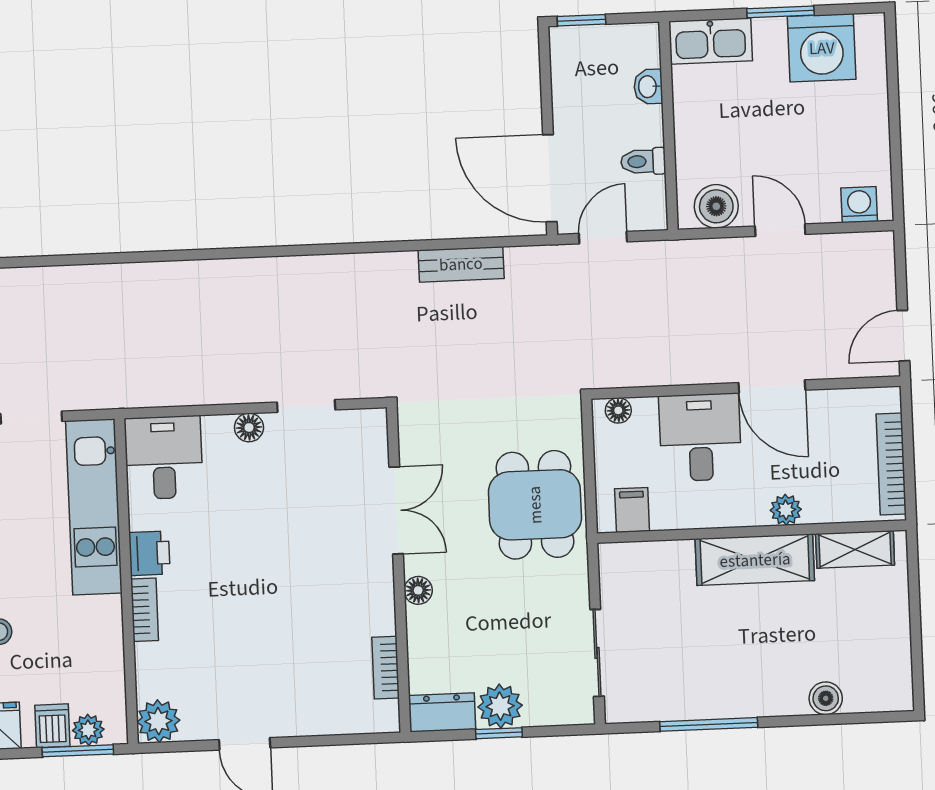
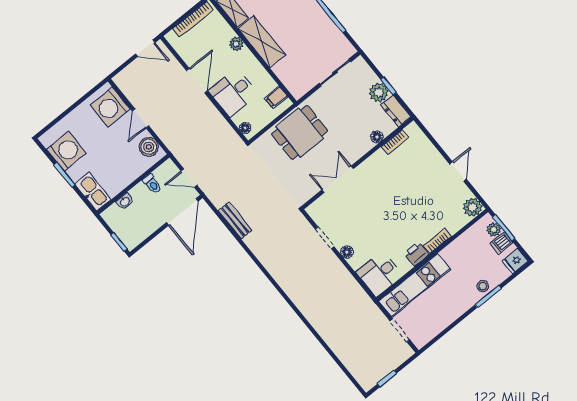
washing machine: (859, 205) -> (110, 107), width x1.89, depth x1.89
floor lamp: (418, 590) -> (377, 137), moved

